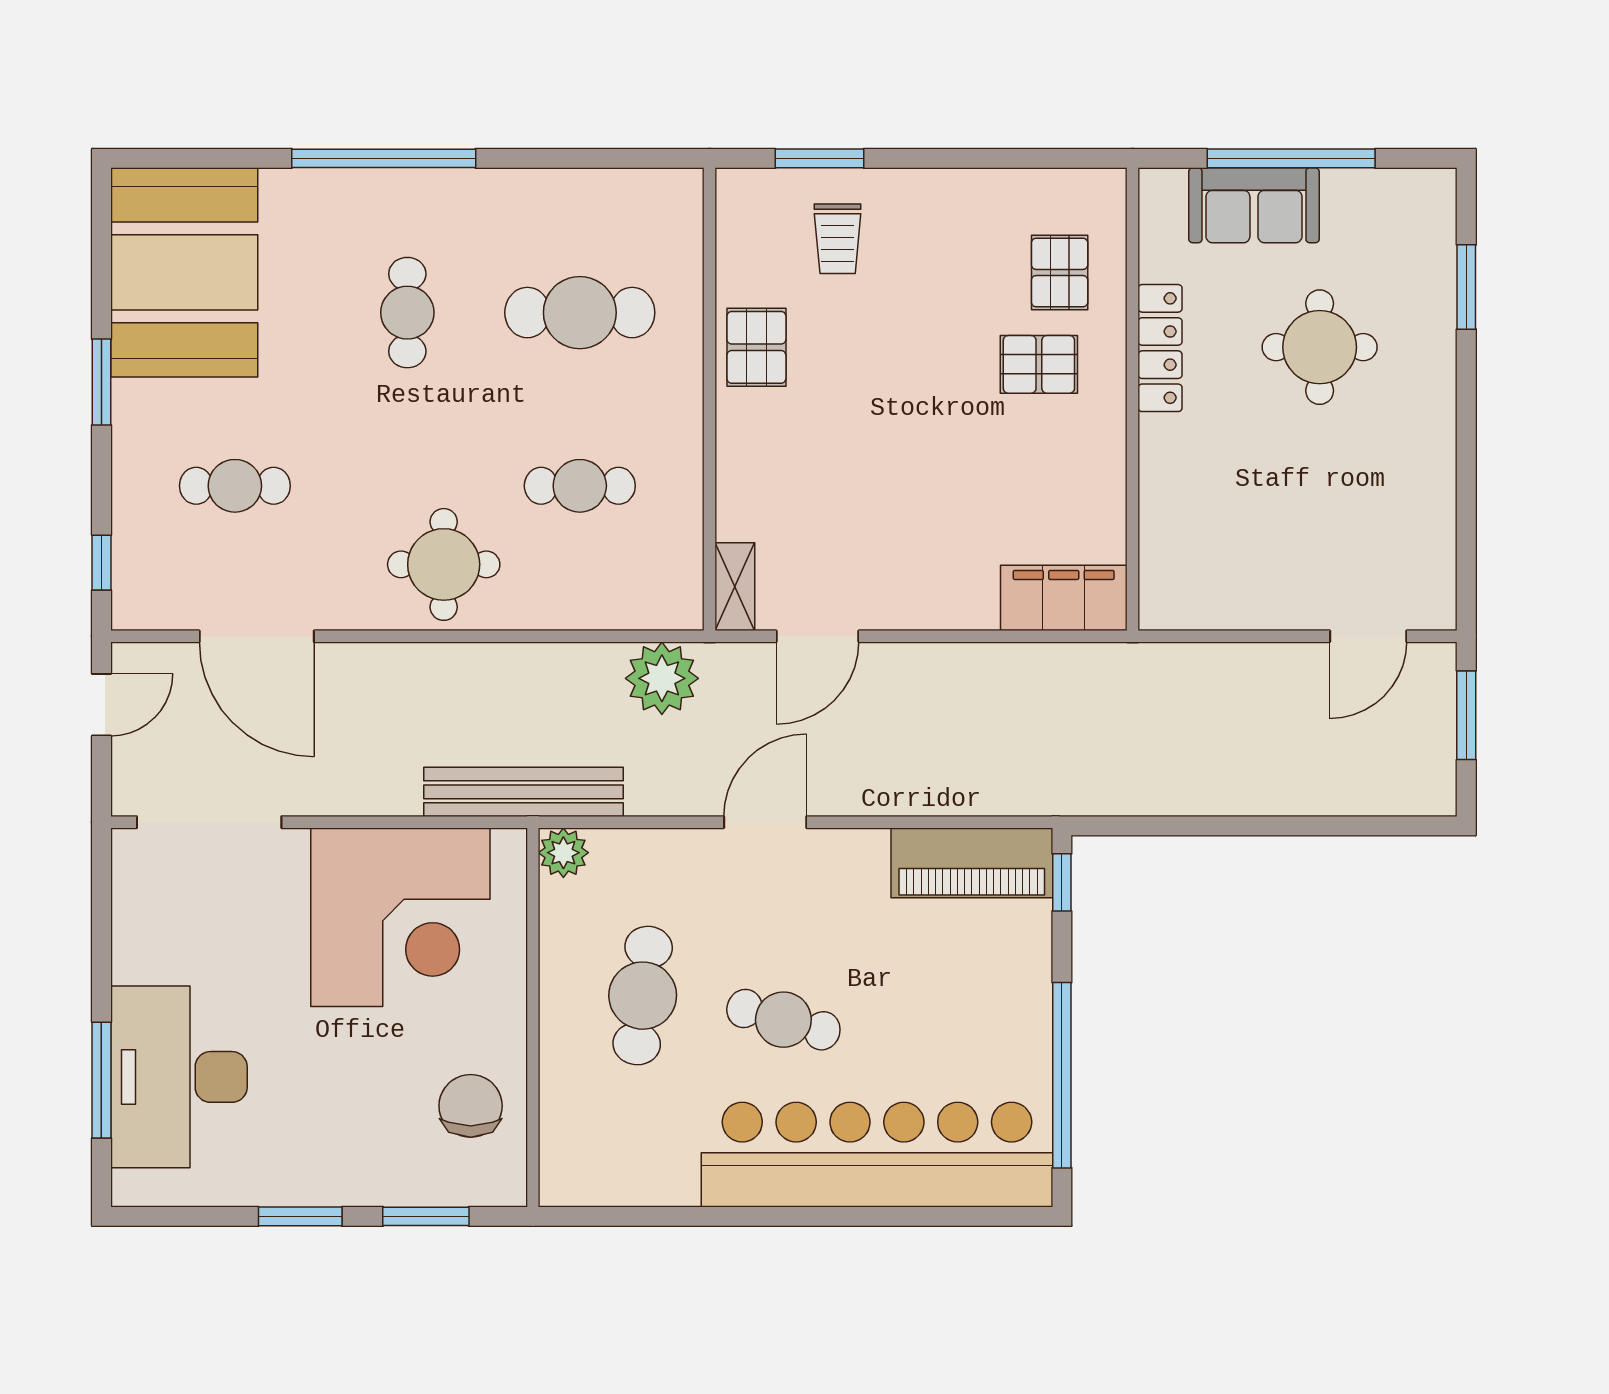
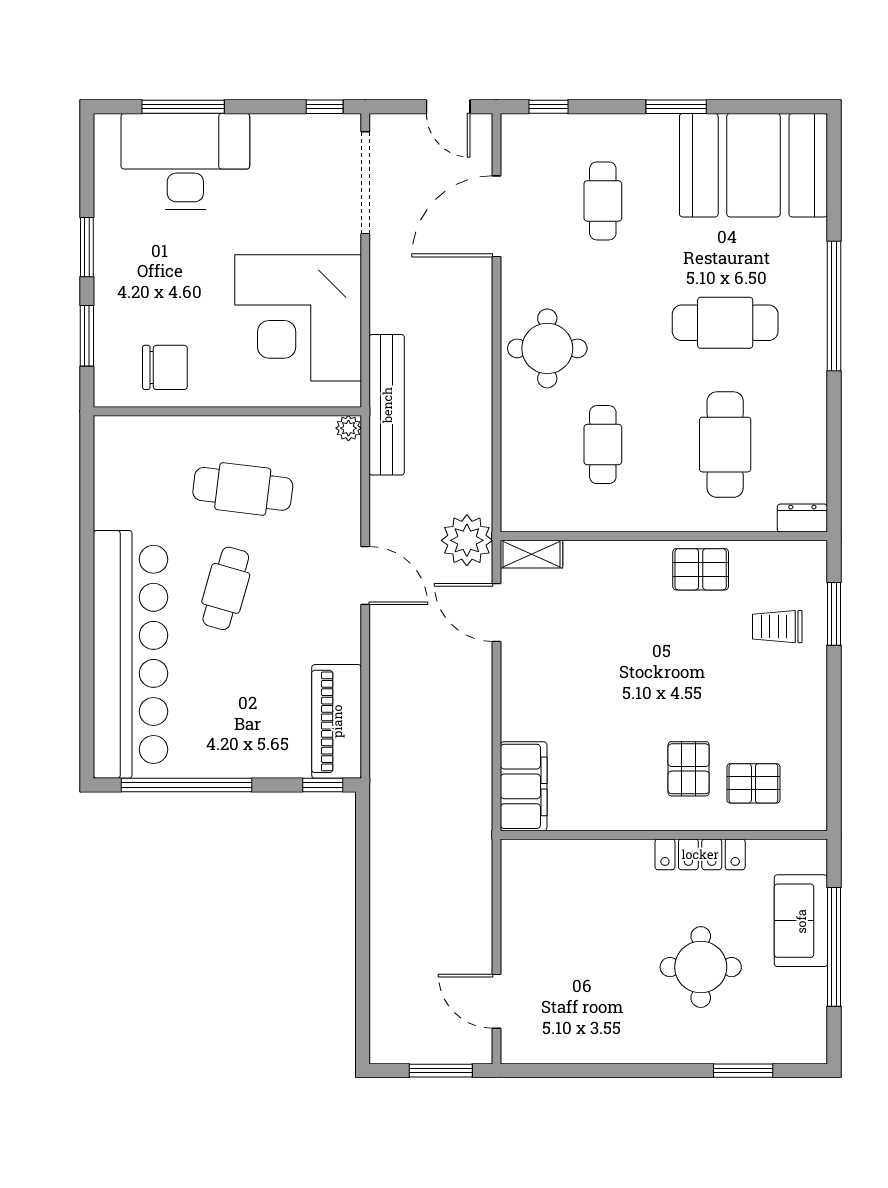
dresser: (684, 203) -> (802, 518), added
cafe table: (407, 313) -> (725, 323), width x1.37, depth x1.35
plant: (662, 678) -> (467, 540), moved
plant: (563, 853) -> (348, 428), width x0.73, depth x0.73
window: (101, 880) -> (325, 107), added

